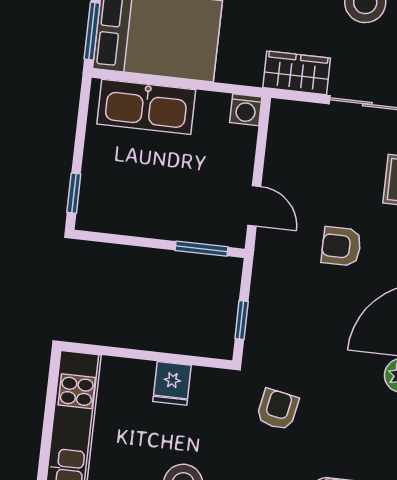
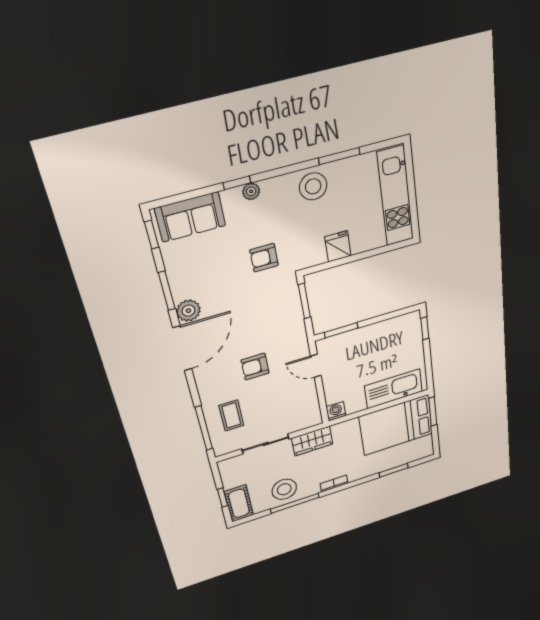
armchair: (341, 246) -> (255, 367), turned 180
window: (242, 320) -> (304, 301), width x1.50
armchair: (278, 410) -> (264, 258), turned 79

